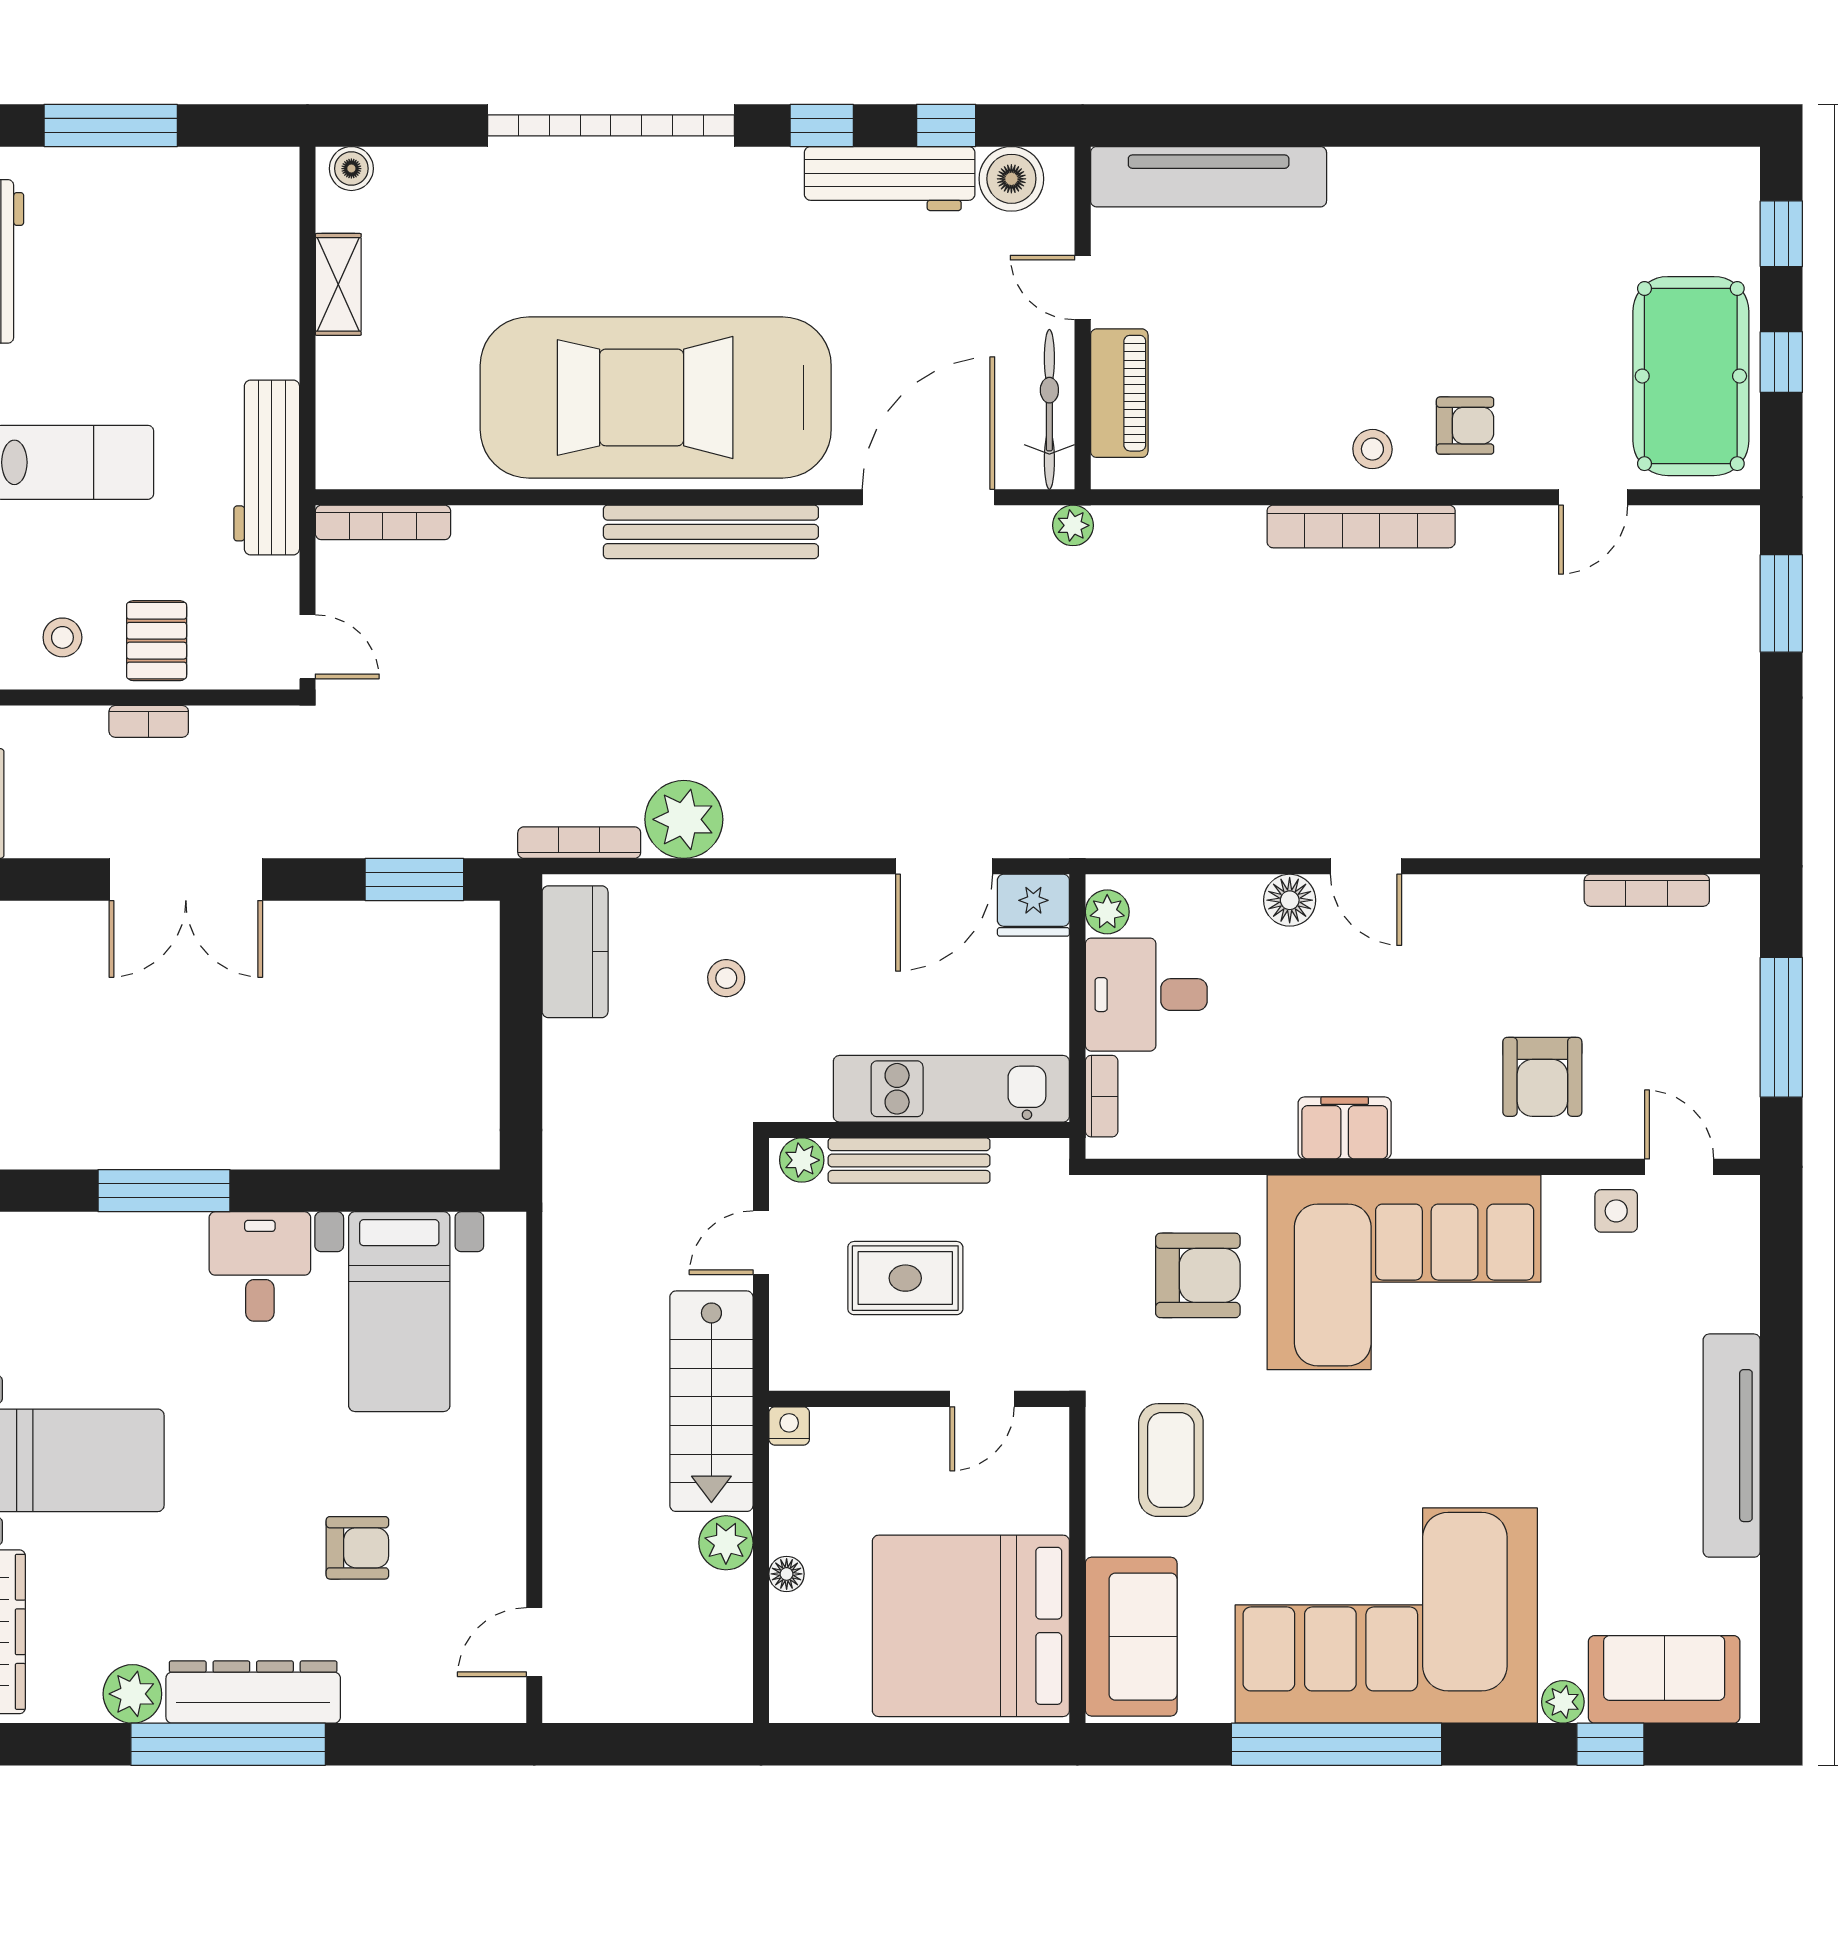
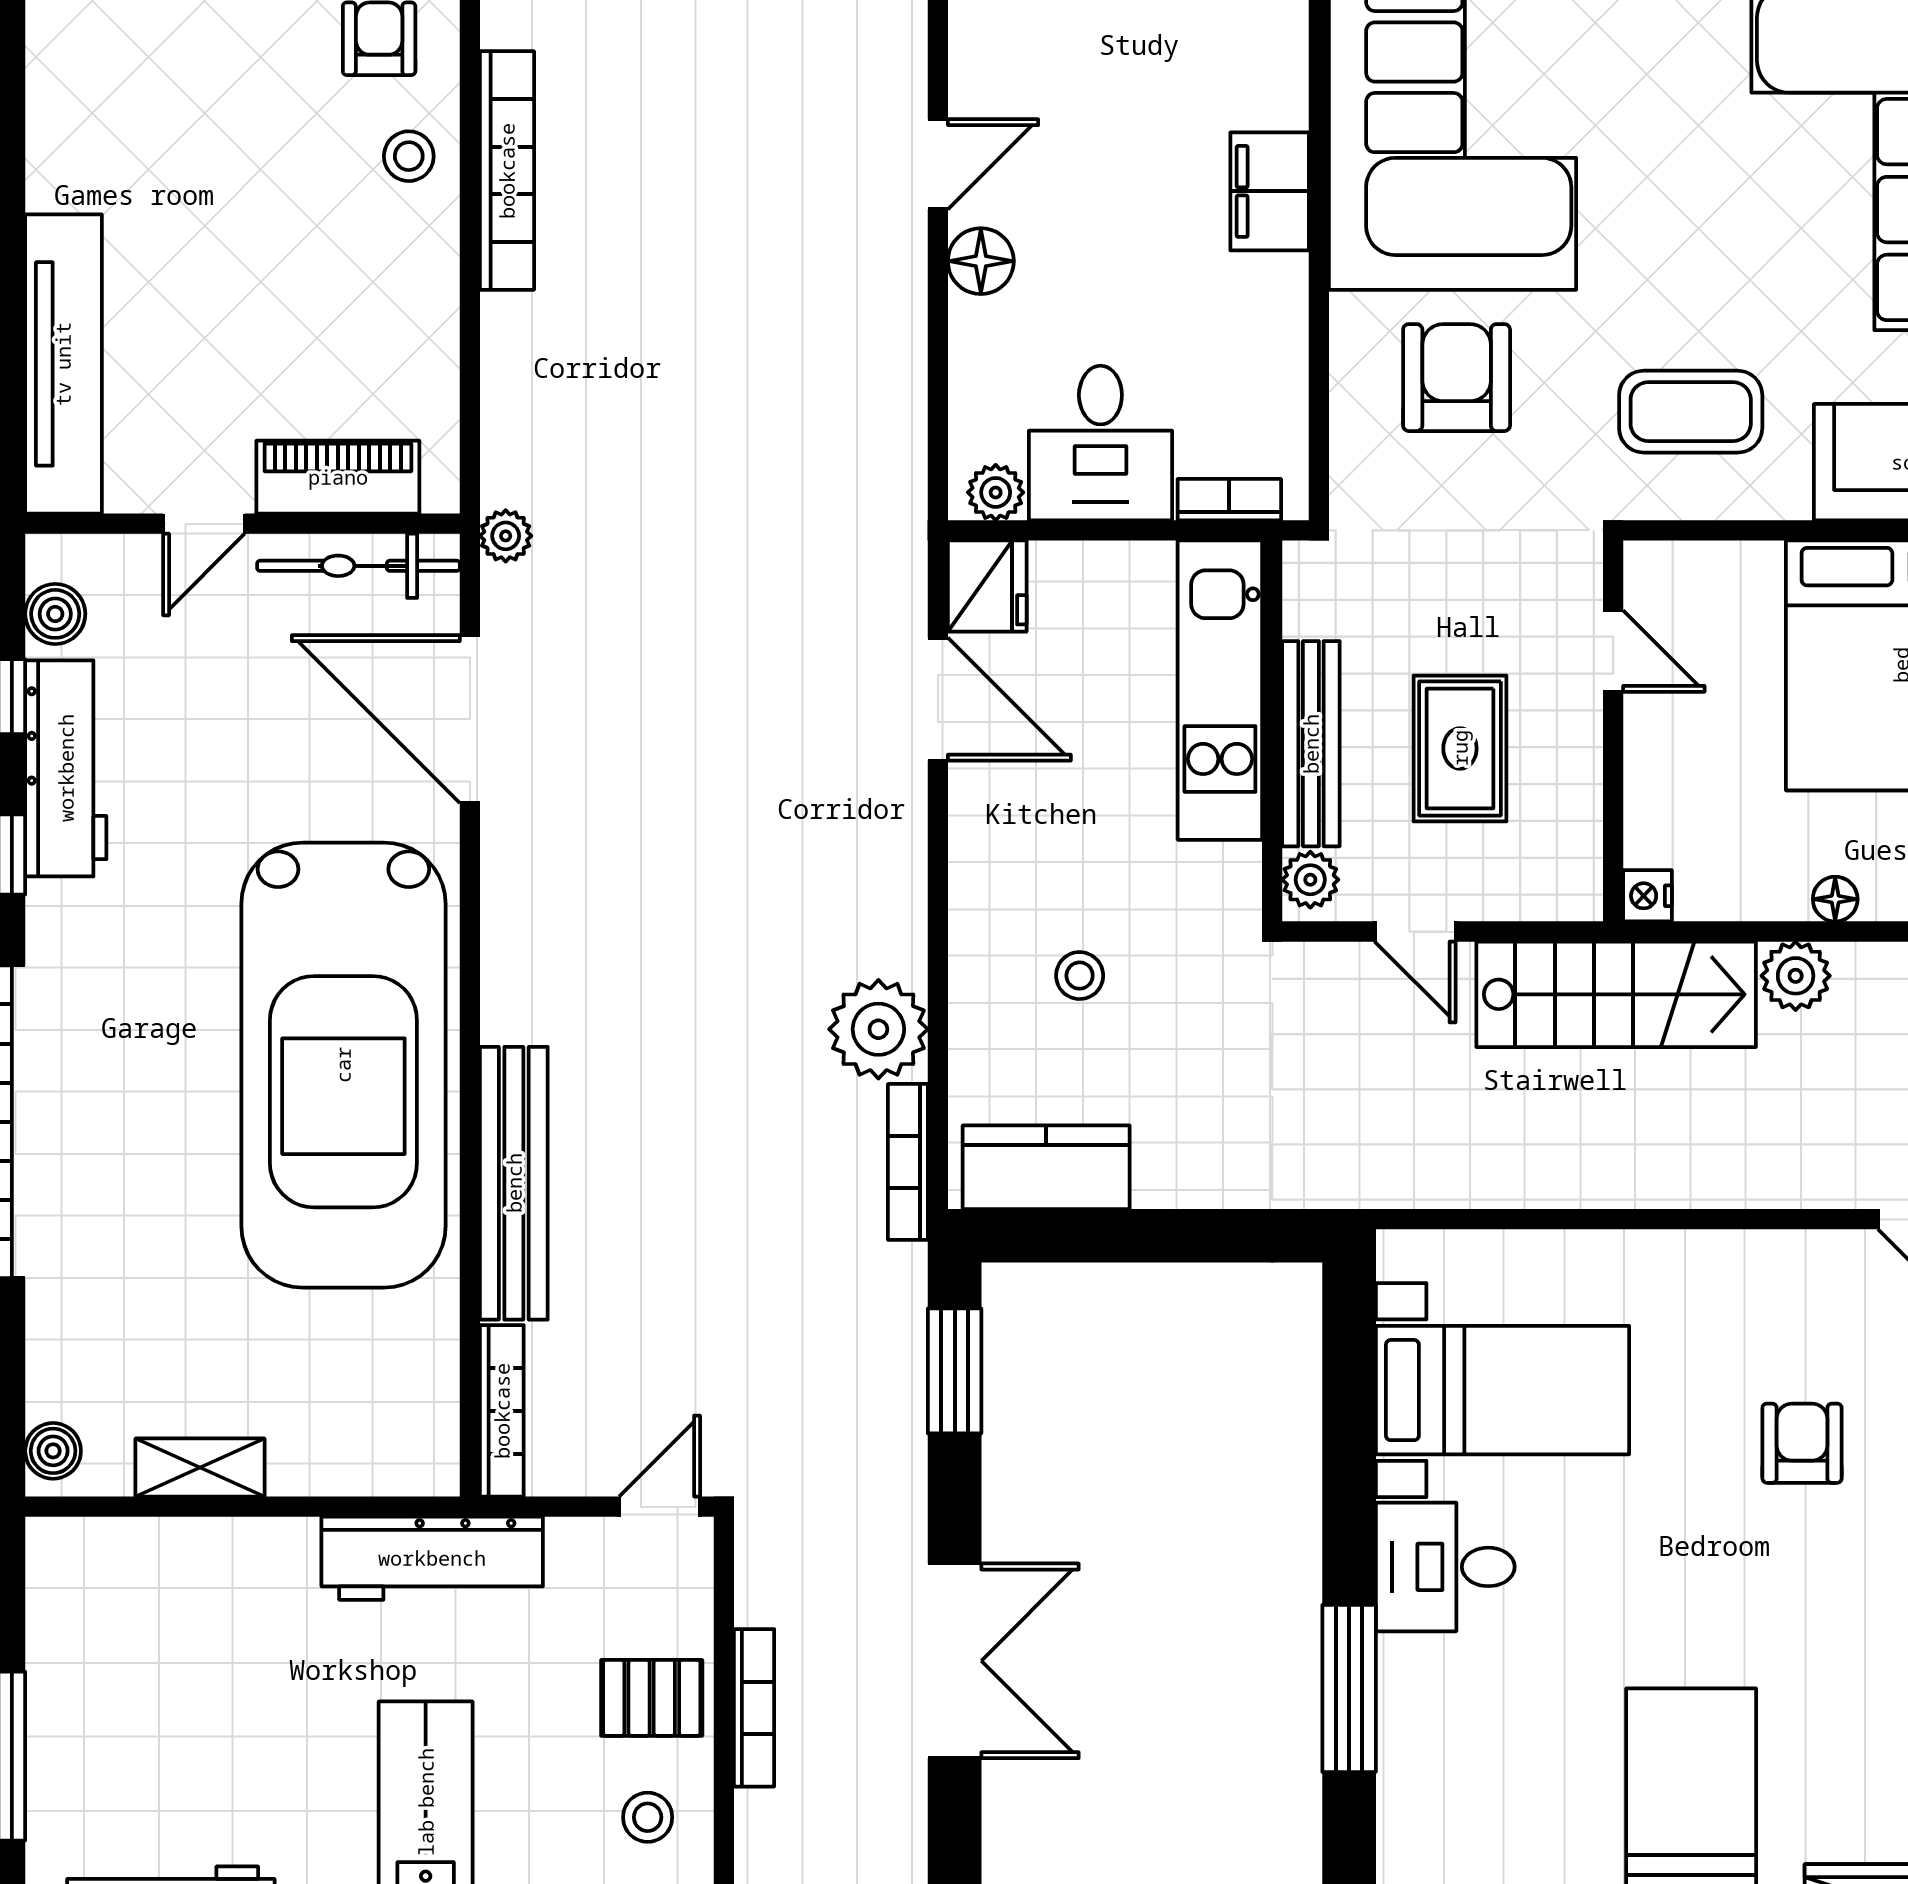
boiler: (1011, 179) -> (55, 614), width x0.73, depth x0.73
bench: (711, 532) -> (514, 1183), moved
bookcase: (149, 721) -> (754, 1708), width x1.56

